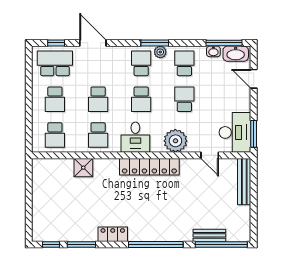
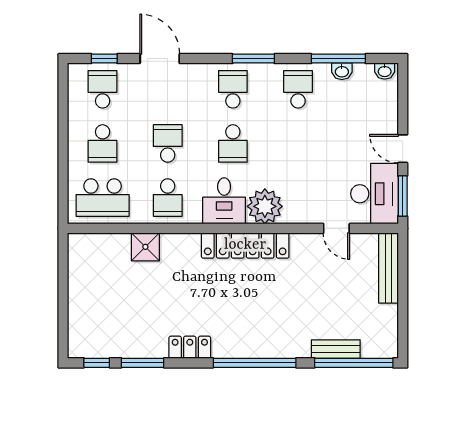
window: (224, 43) -> (338, 59), moved
plant: (160, 52) -> (262, 72), removed
washbasin: (236, 54) -> (385, 71), width x0.52, depth x0.69
school desk: (55, 63) -> (103, 89), width x0.54
door: (254, 79) -> (403, 149), moved
school desk: (98, 99) -> (168, 143), turned 180
school desk: (184, 99) -> (298, 143), removed
school desk: (55, 135) -> (103, 198), width x1.85
plant: (175, 141) -> (265, 206), moved

